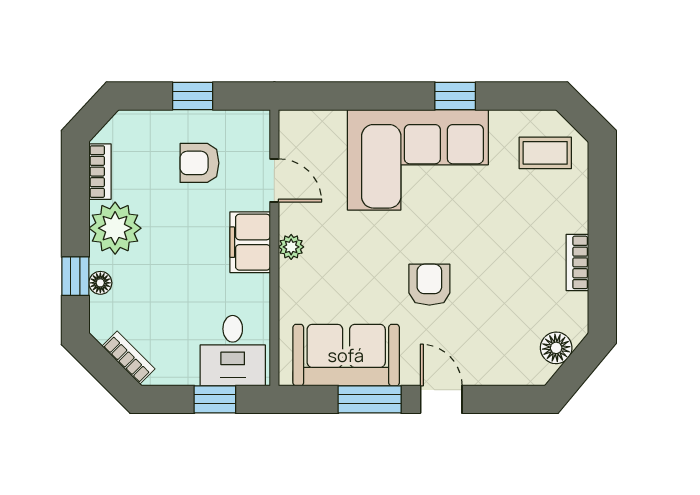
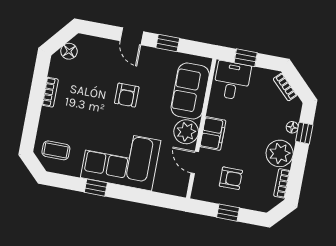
plant: (291, 247) -> (186, 132), width x1.88, depth x1.88
sofa: (346, 355) -> (190, 91), moved, turned 90
window: (370, 399) -> (168, 43), width x0.67

